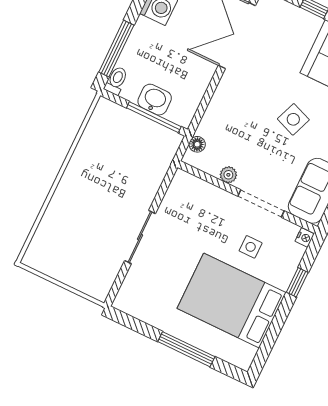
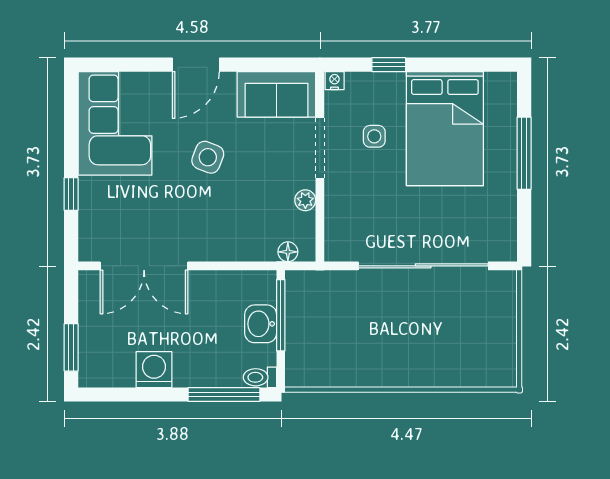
sliding door: (140, 237) -> (423, 266), width x1.86

